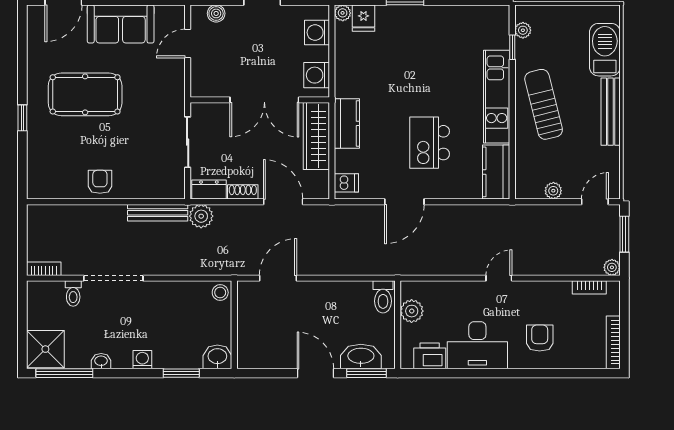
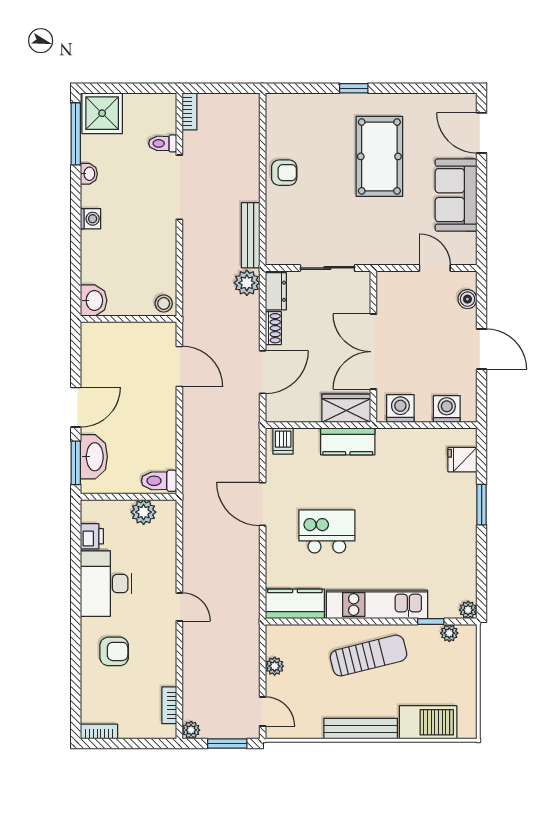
plant: (343, 13) -> (468, 610), moved
wardrobe: (316, 136) -> (346, 408), width x0.67
bookcase: (613, 342) -> (99, 731), width x0.64
printer: (430, 356) -> (92, 536), width x0.73, depth x0.81
window: (181, 373) -> (76, 261), removed

